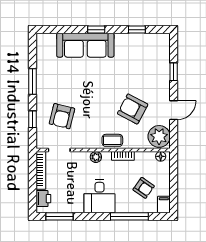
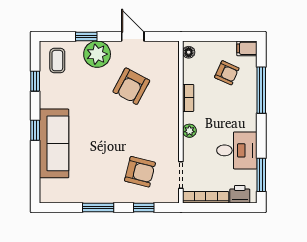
plant: (159, 136) -> (97, 54), moved
coffee table: (112, 140) -> (57, 61), moved
armchair: (144, 188) -> (227, 73), turned 79
desk: (99, 196) -> (237, 150), moved

